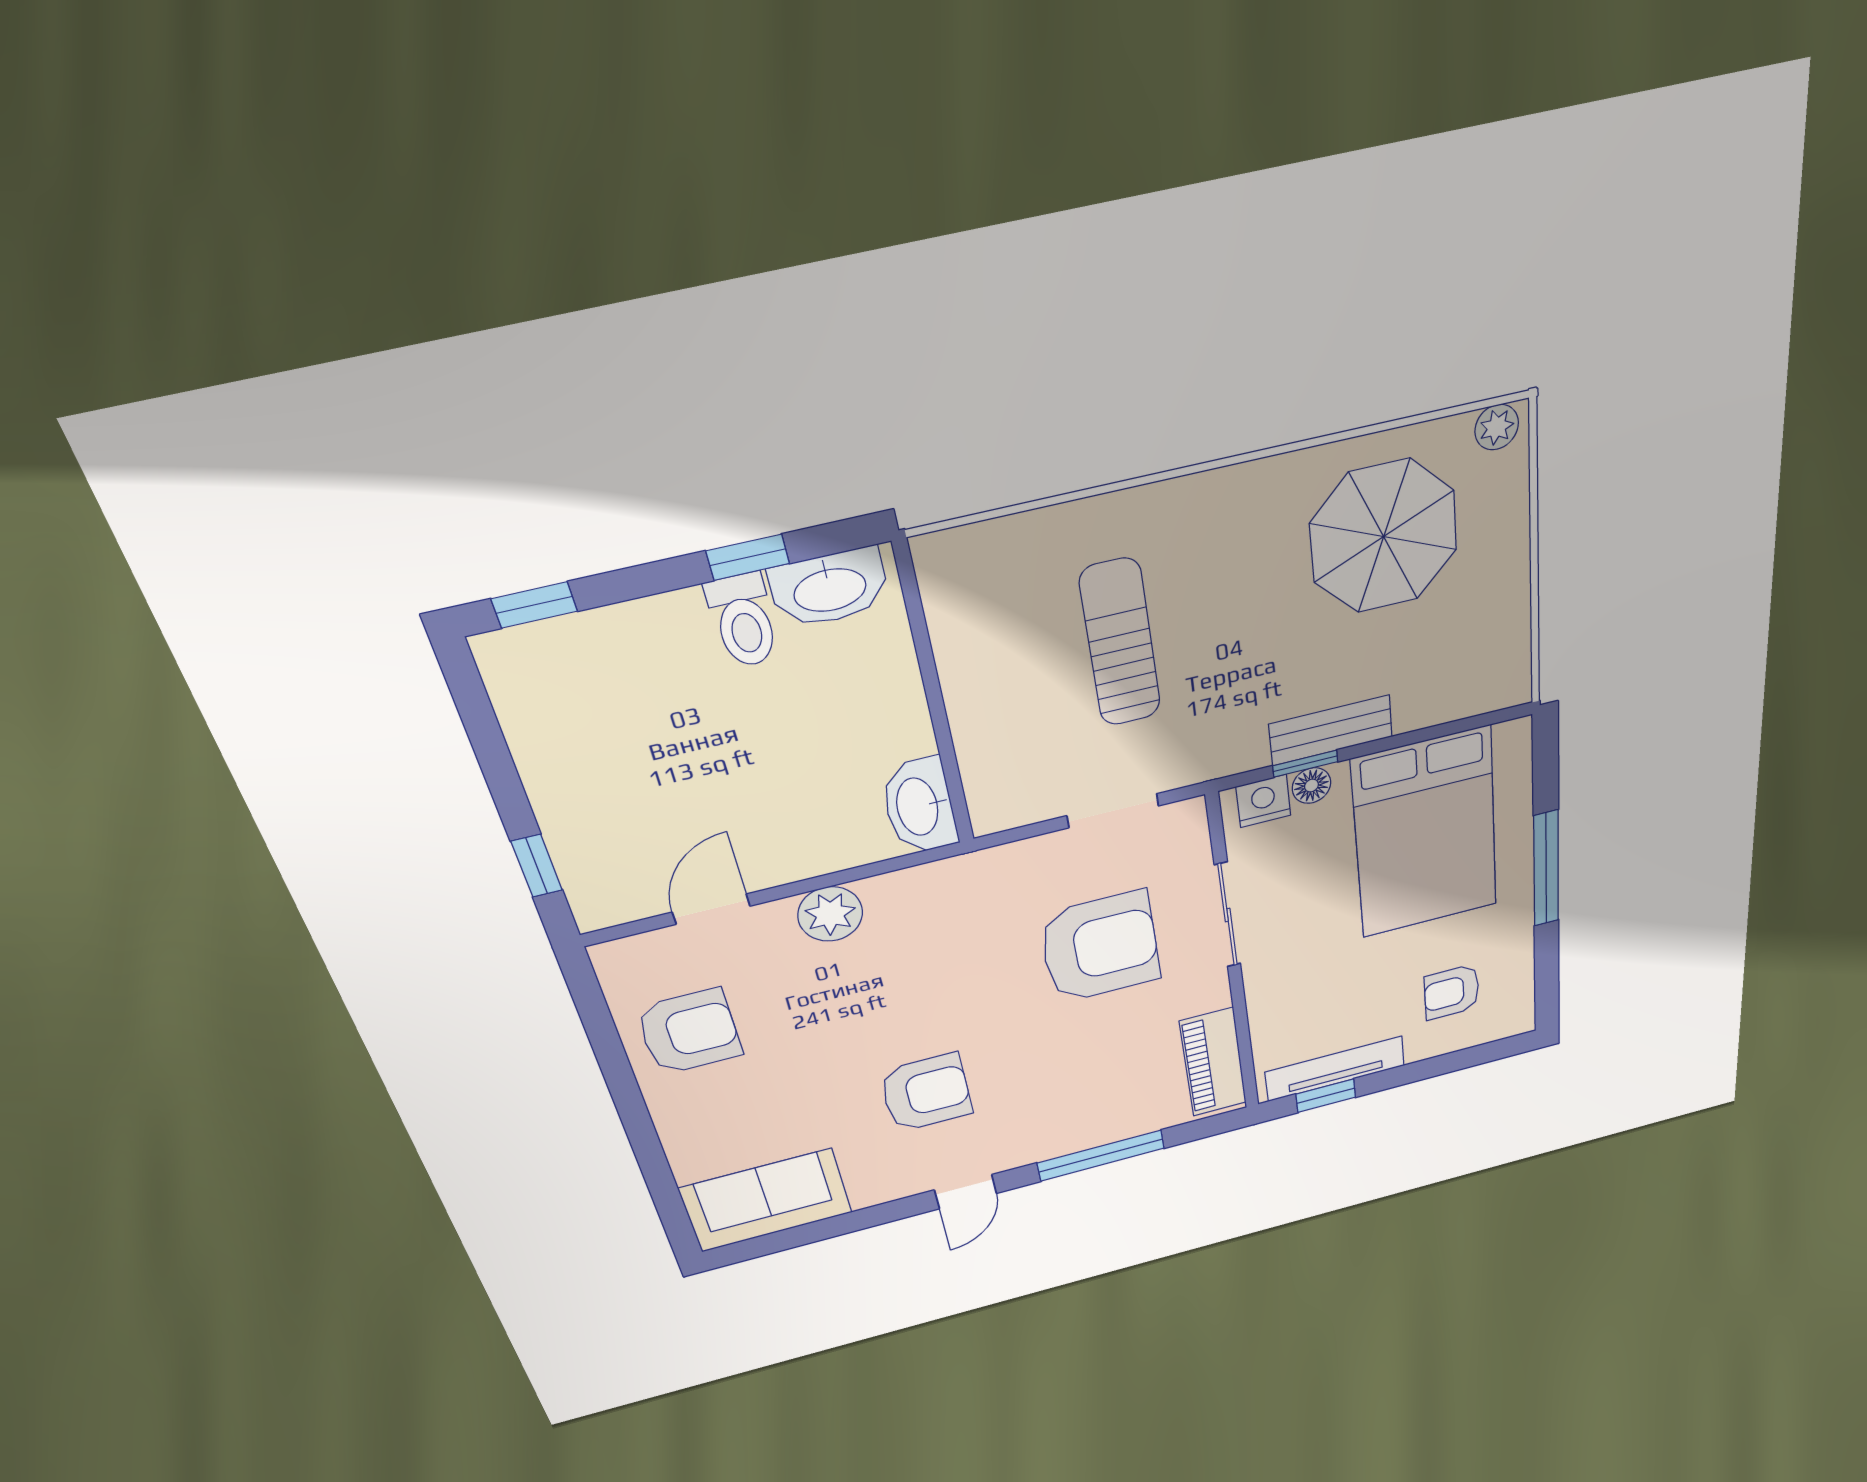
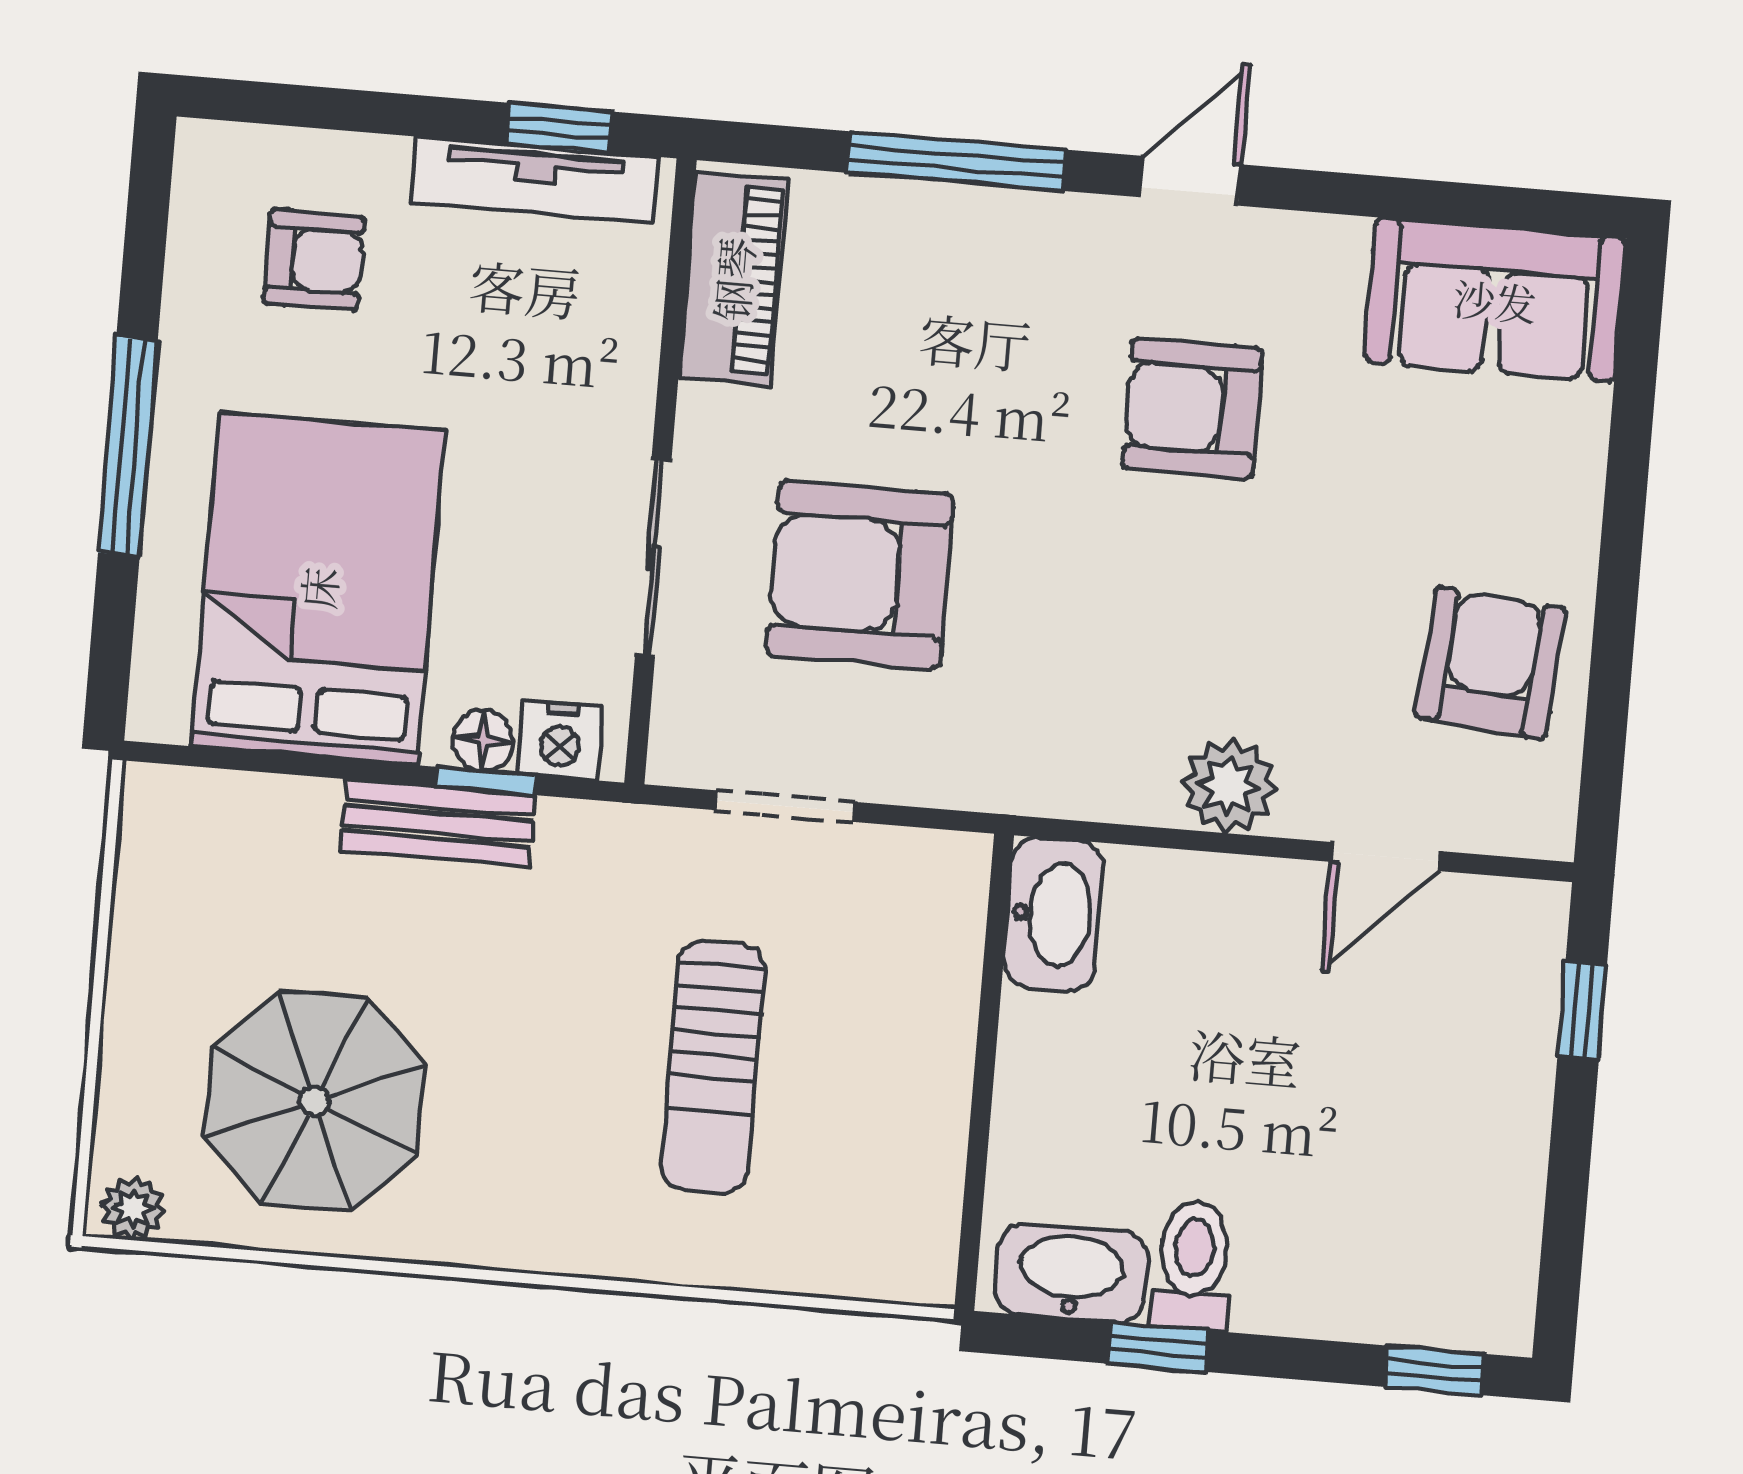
armchair: (689, 1032) -> (1491, 663), turned 95

